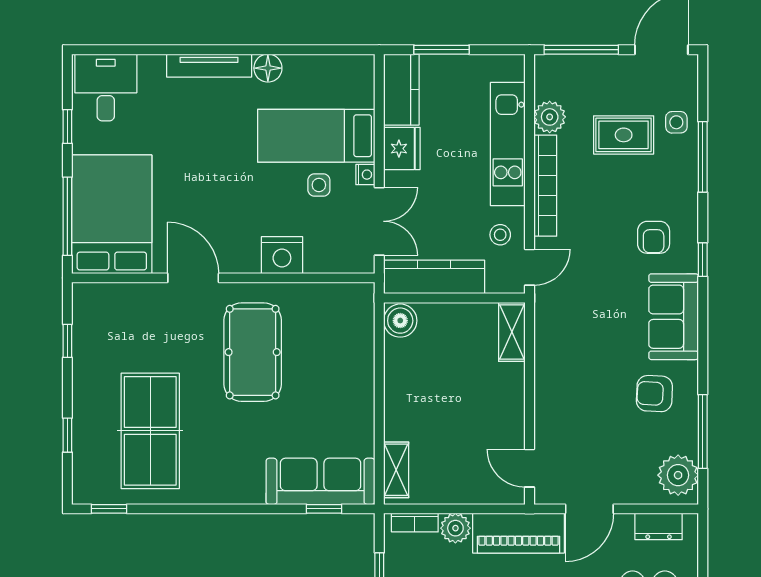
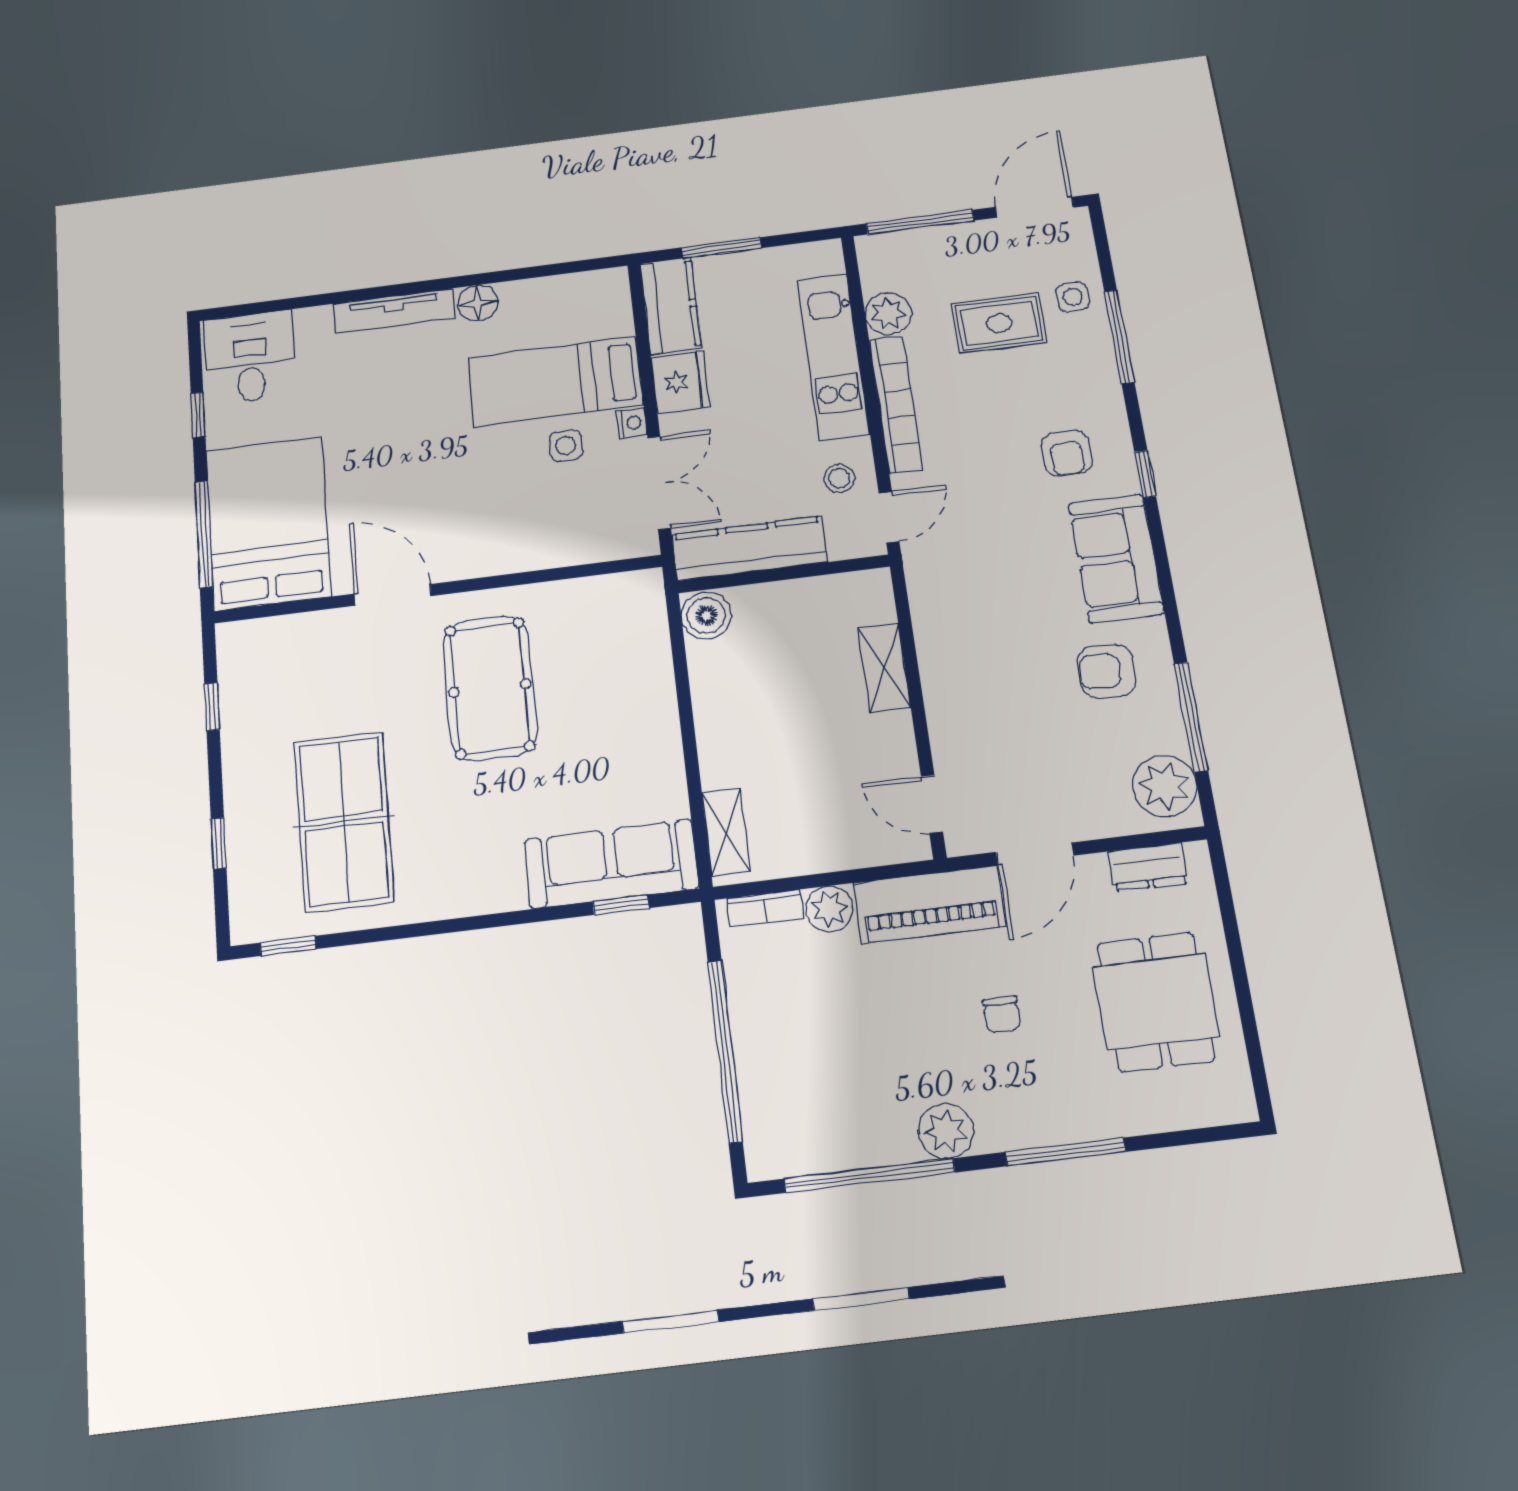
nightstand: (282, 255) -> (521, 547), removed
shelving: (512, 332) -> (884, 668), moved

